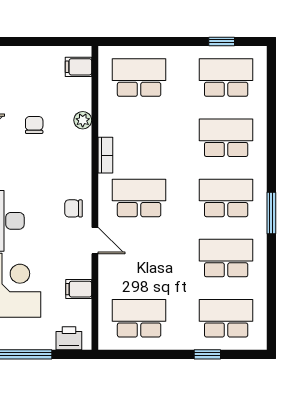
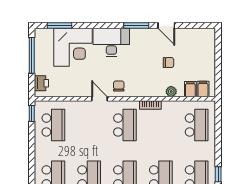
door: (95, 241) -> (100, 99), swing flipped
filing cabinet: (79, 289) -> (190, 89), moved
window: (207, 354) -> (32, 114), moved

